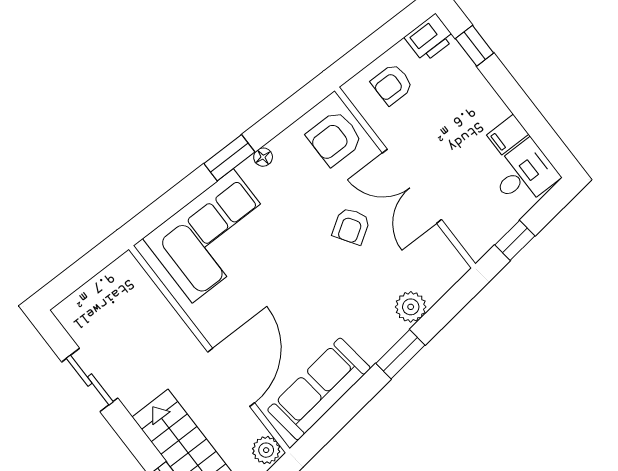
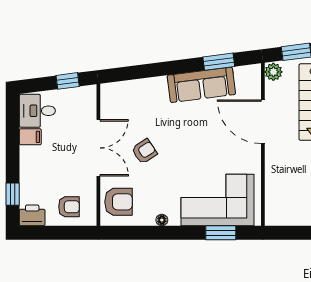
window: (229, 158) -> (221, 233), moved
plant: (411, 307) -> (146, 88), removed
window: (400, 354) -> (219, 62), moved
door: (231, 377) -> (263, 122), hinge flipped
sofa: (319, 389) -> (201, 85), moved

